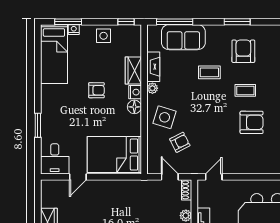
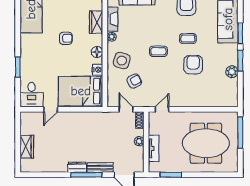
coffee table: (209, 72) -> (158, 51), moved
nightstand: (135, 92) -> (98, 70), moved
armchair: (252, 122) -> (193, 65), turned -90

